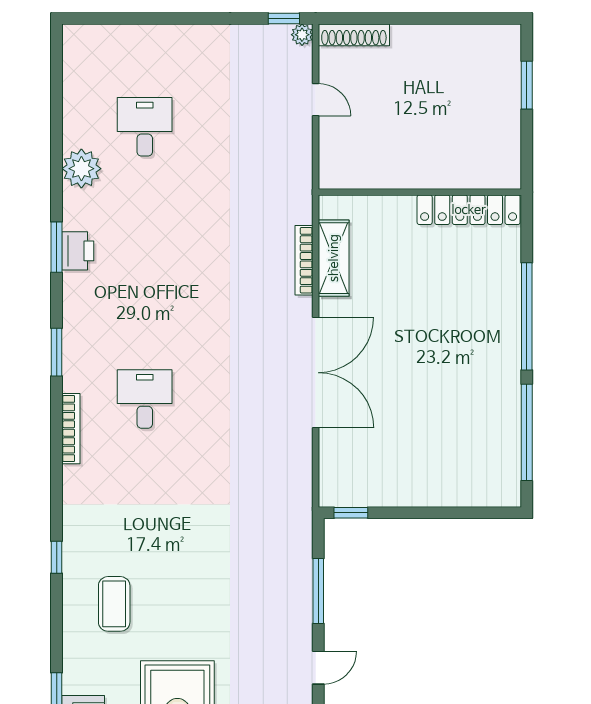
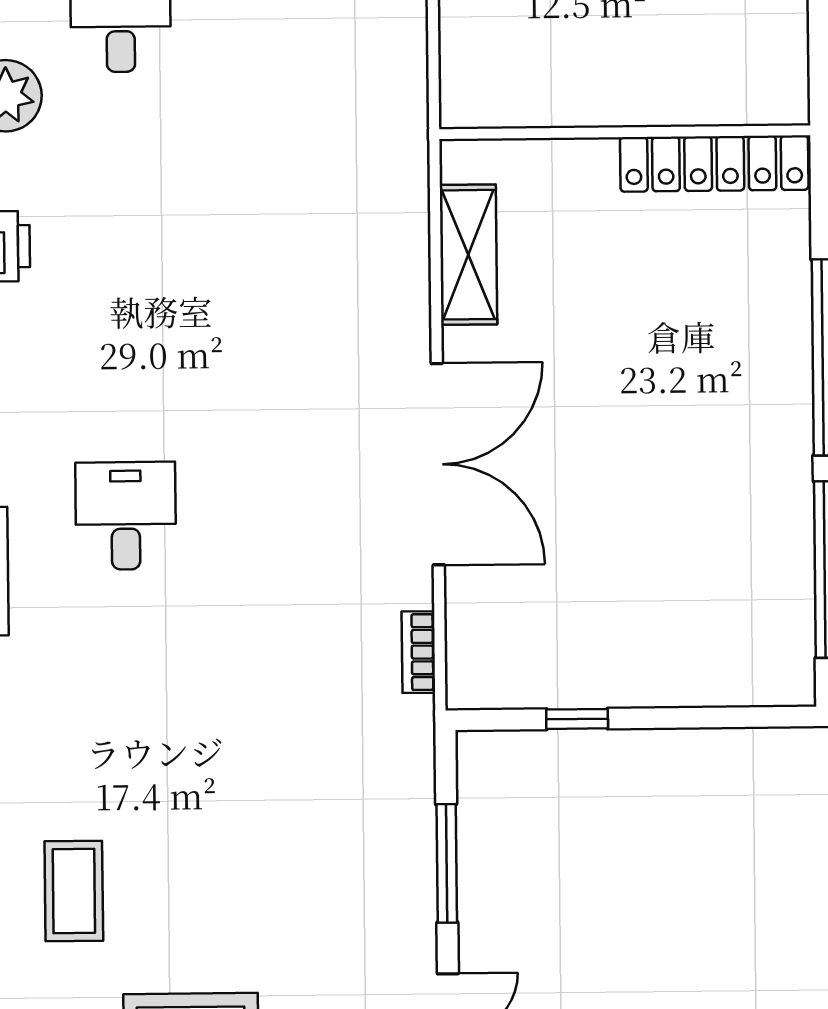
bookcase: (304, 260) -> (418, 652), moved, width x0.64
window: (351, 513) -> (577, 719), moved

